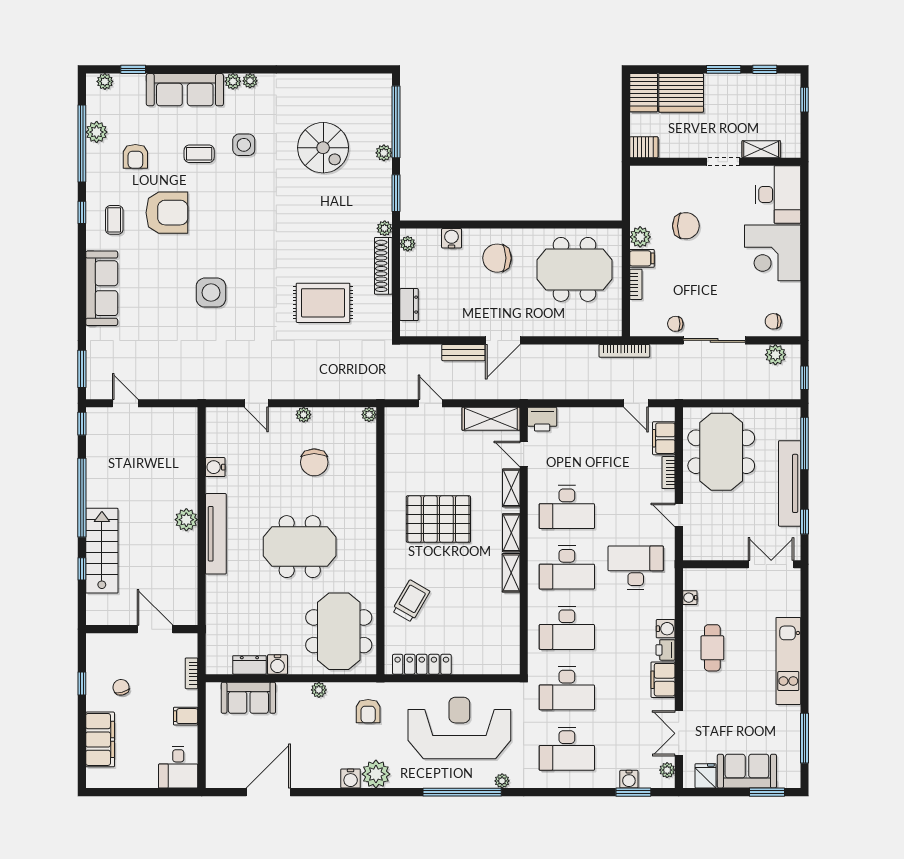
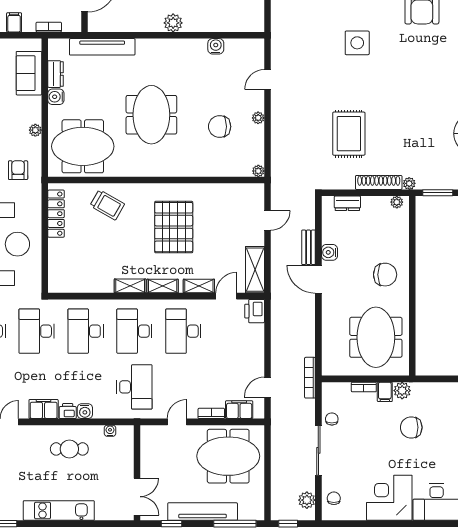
chair: (686, 226) -> (411, 427), turned 90
water cooler: (452, 238) -> (329, 252), moved, turned 180
chair: (497, 258) -> (385, 275), turned 90
tv unit: (216, 534) -> (102, 47), moved
armchair: (368, 711) -> (18, 170), turned 90

